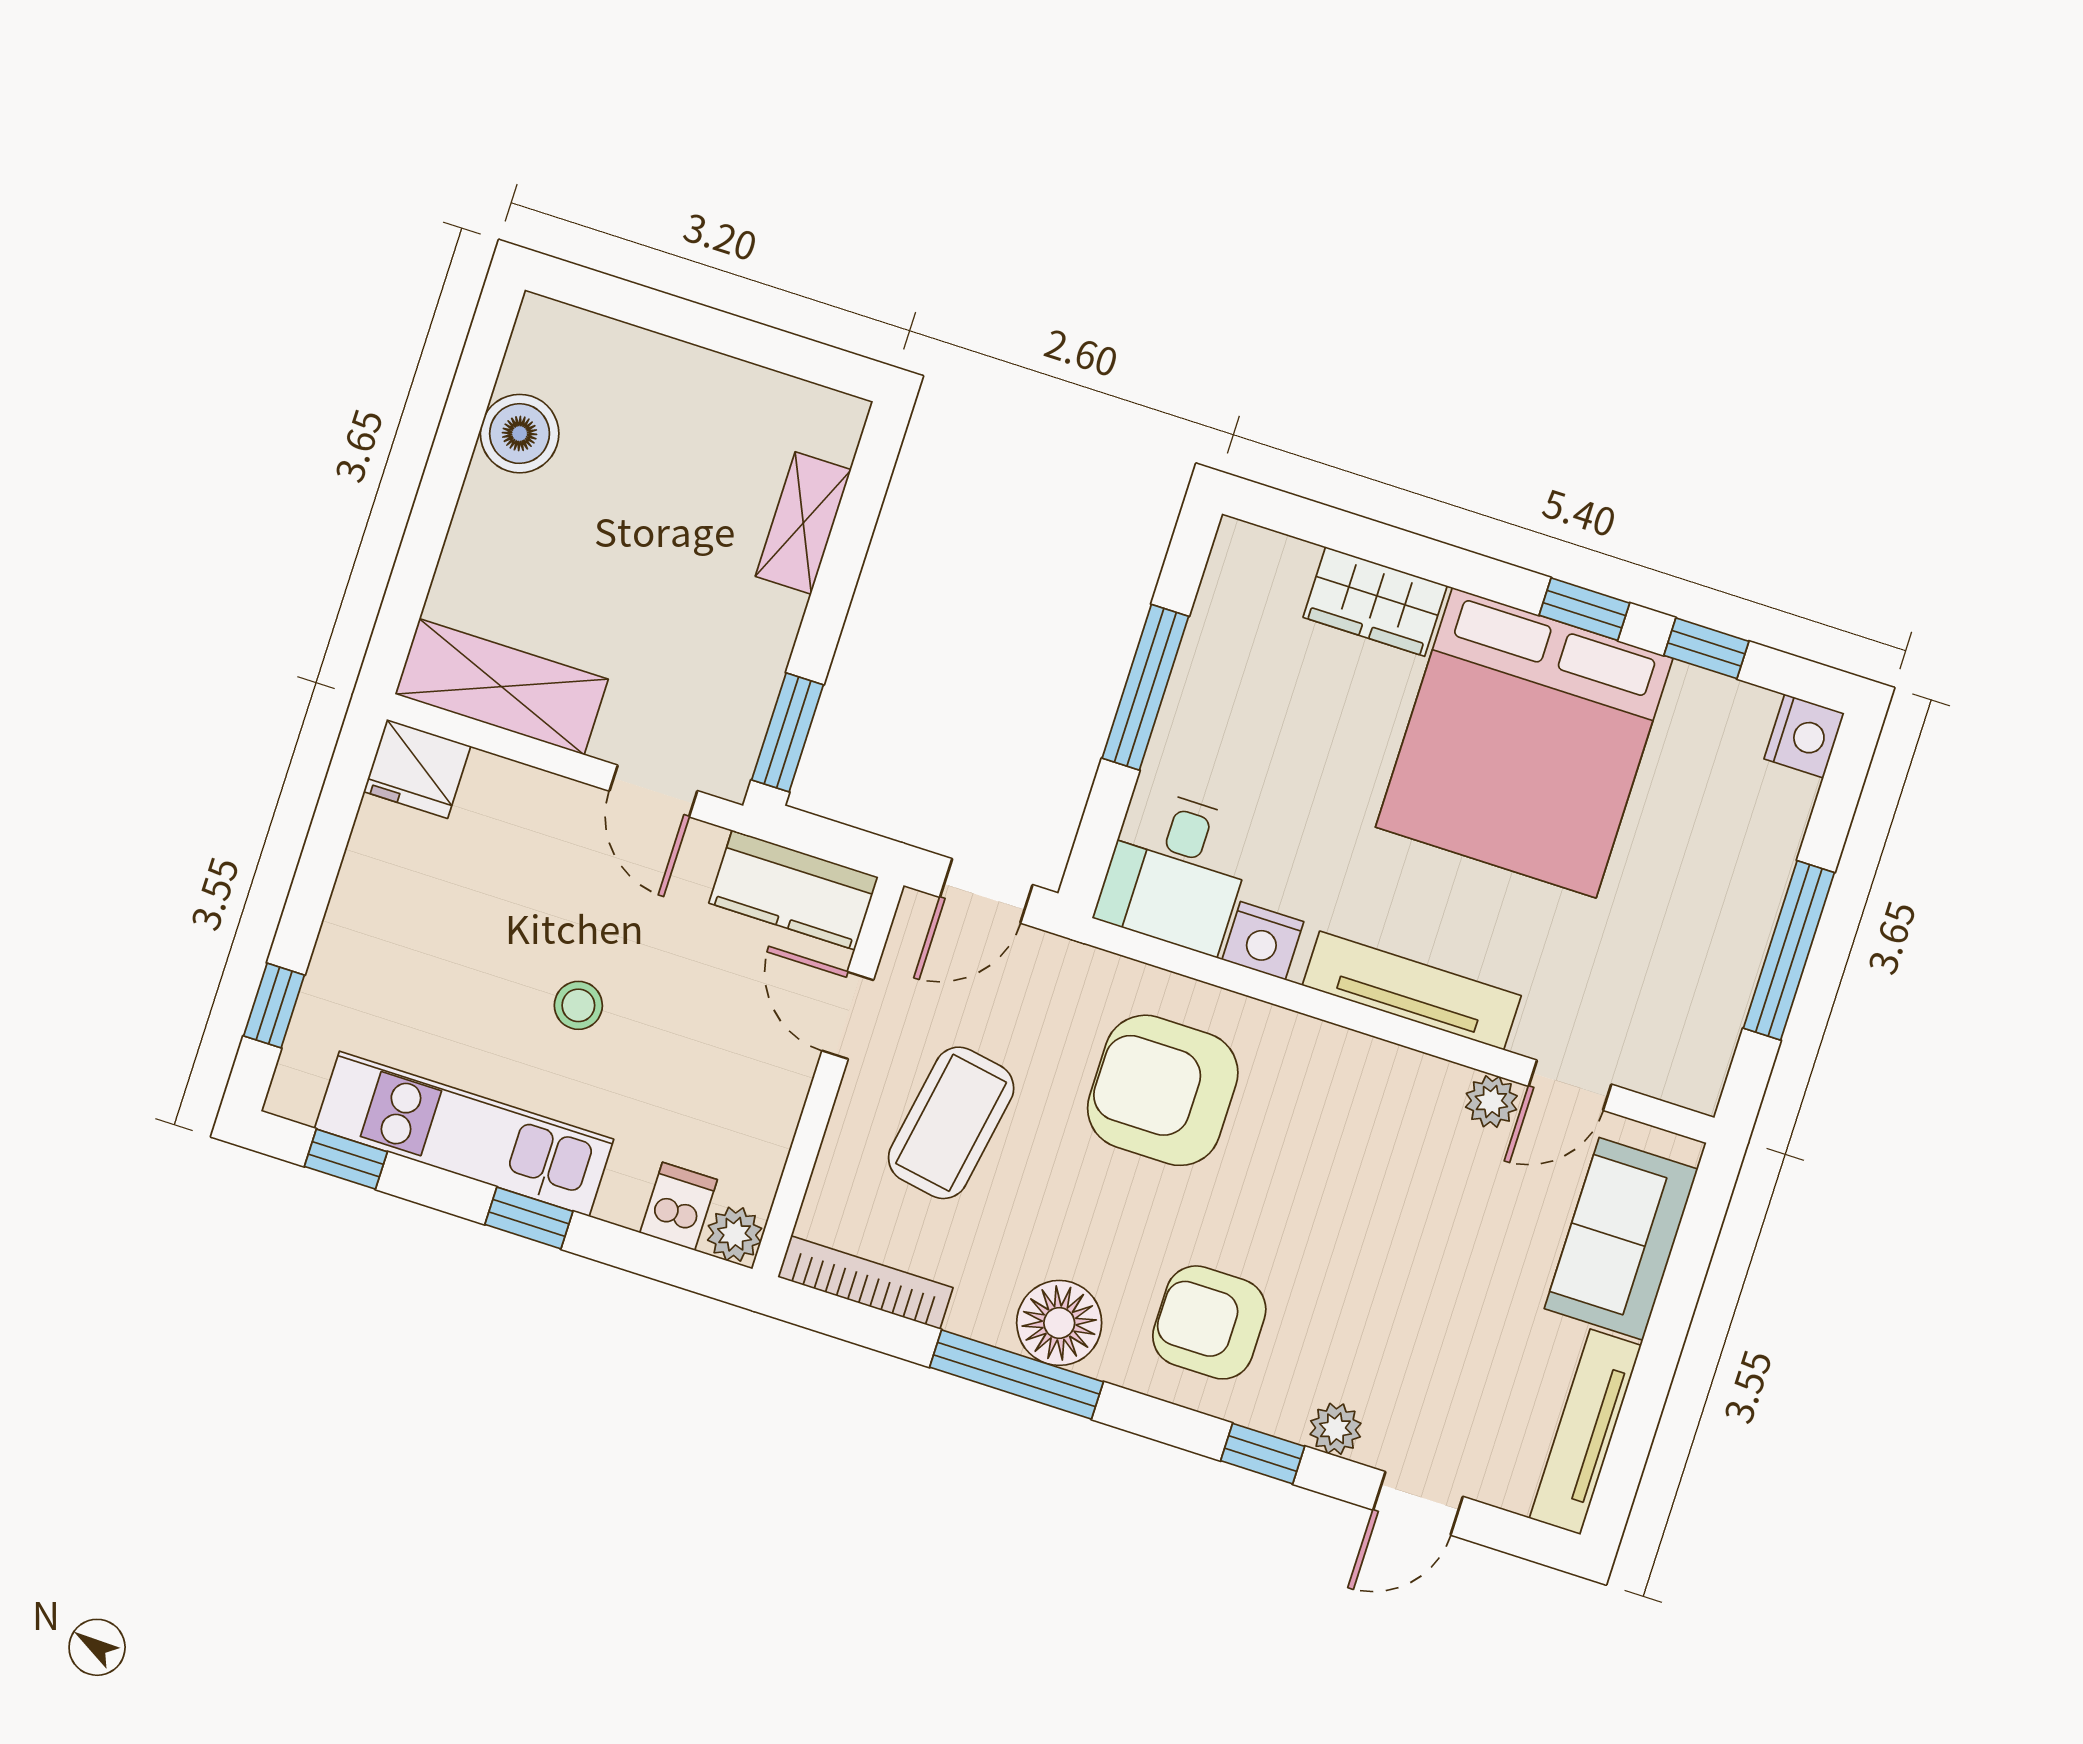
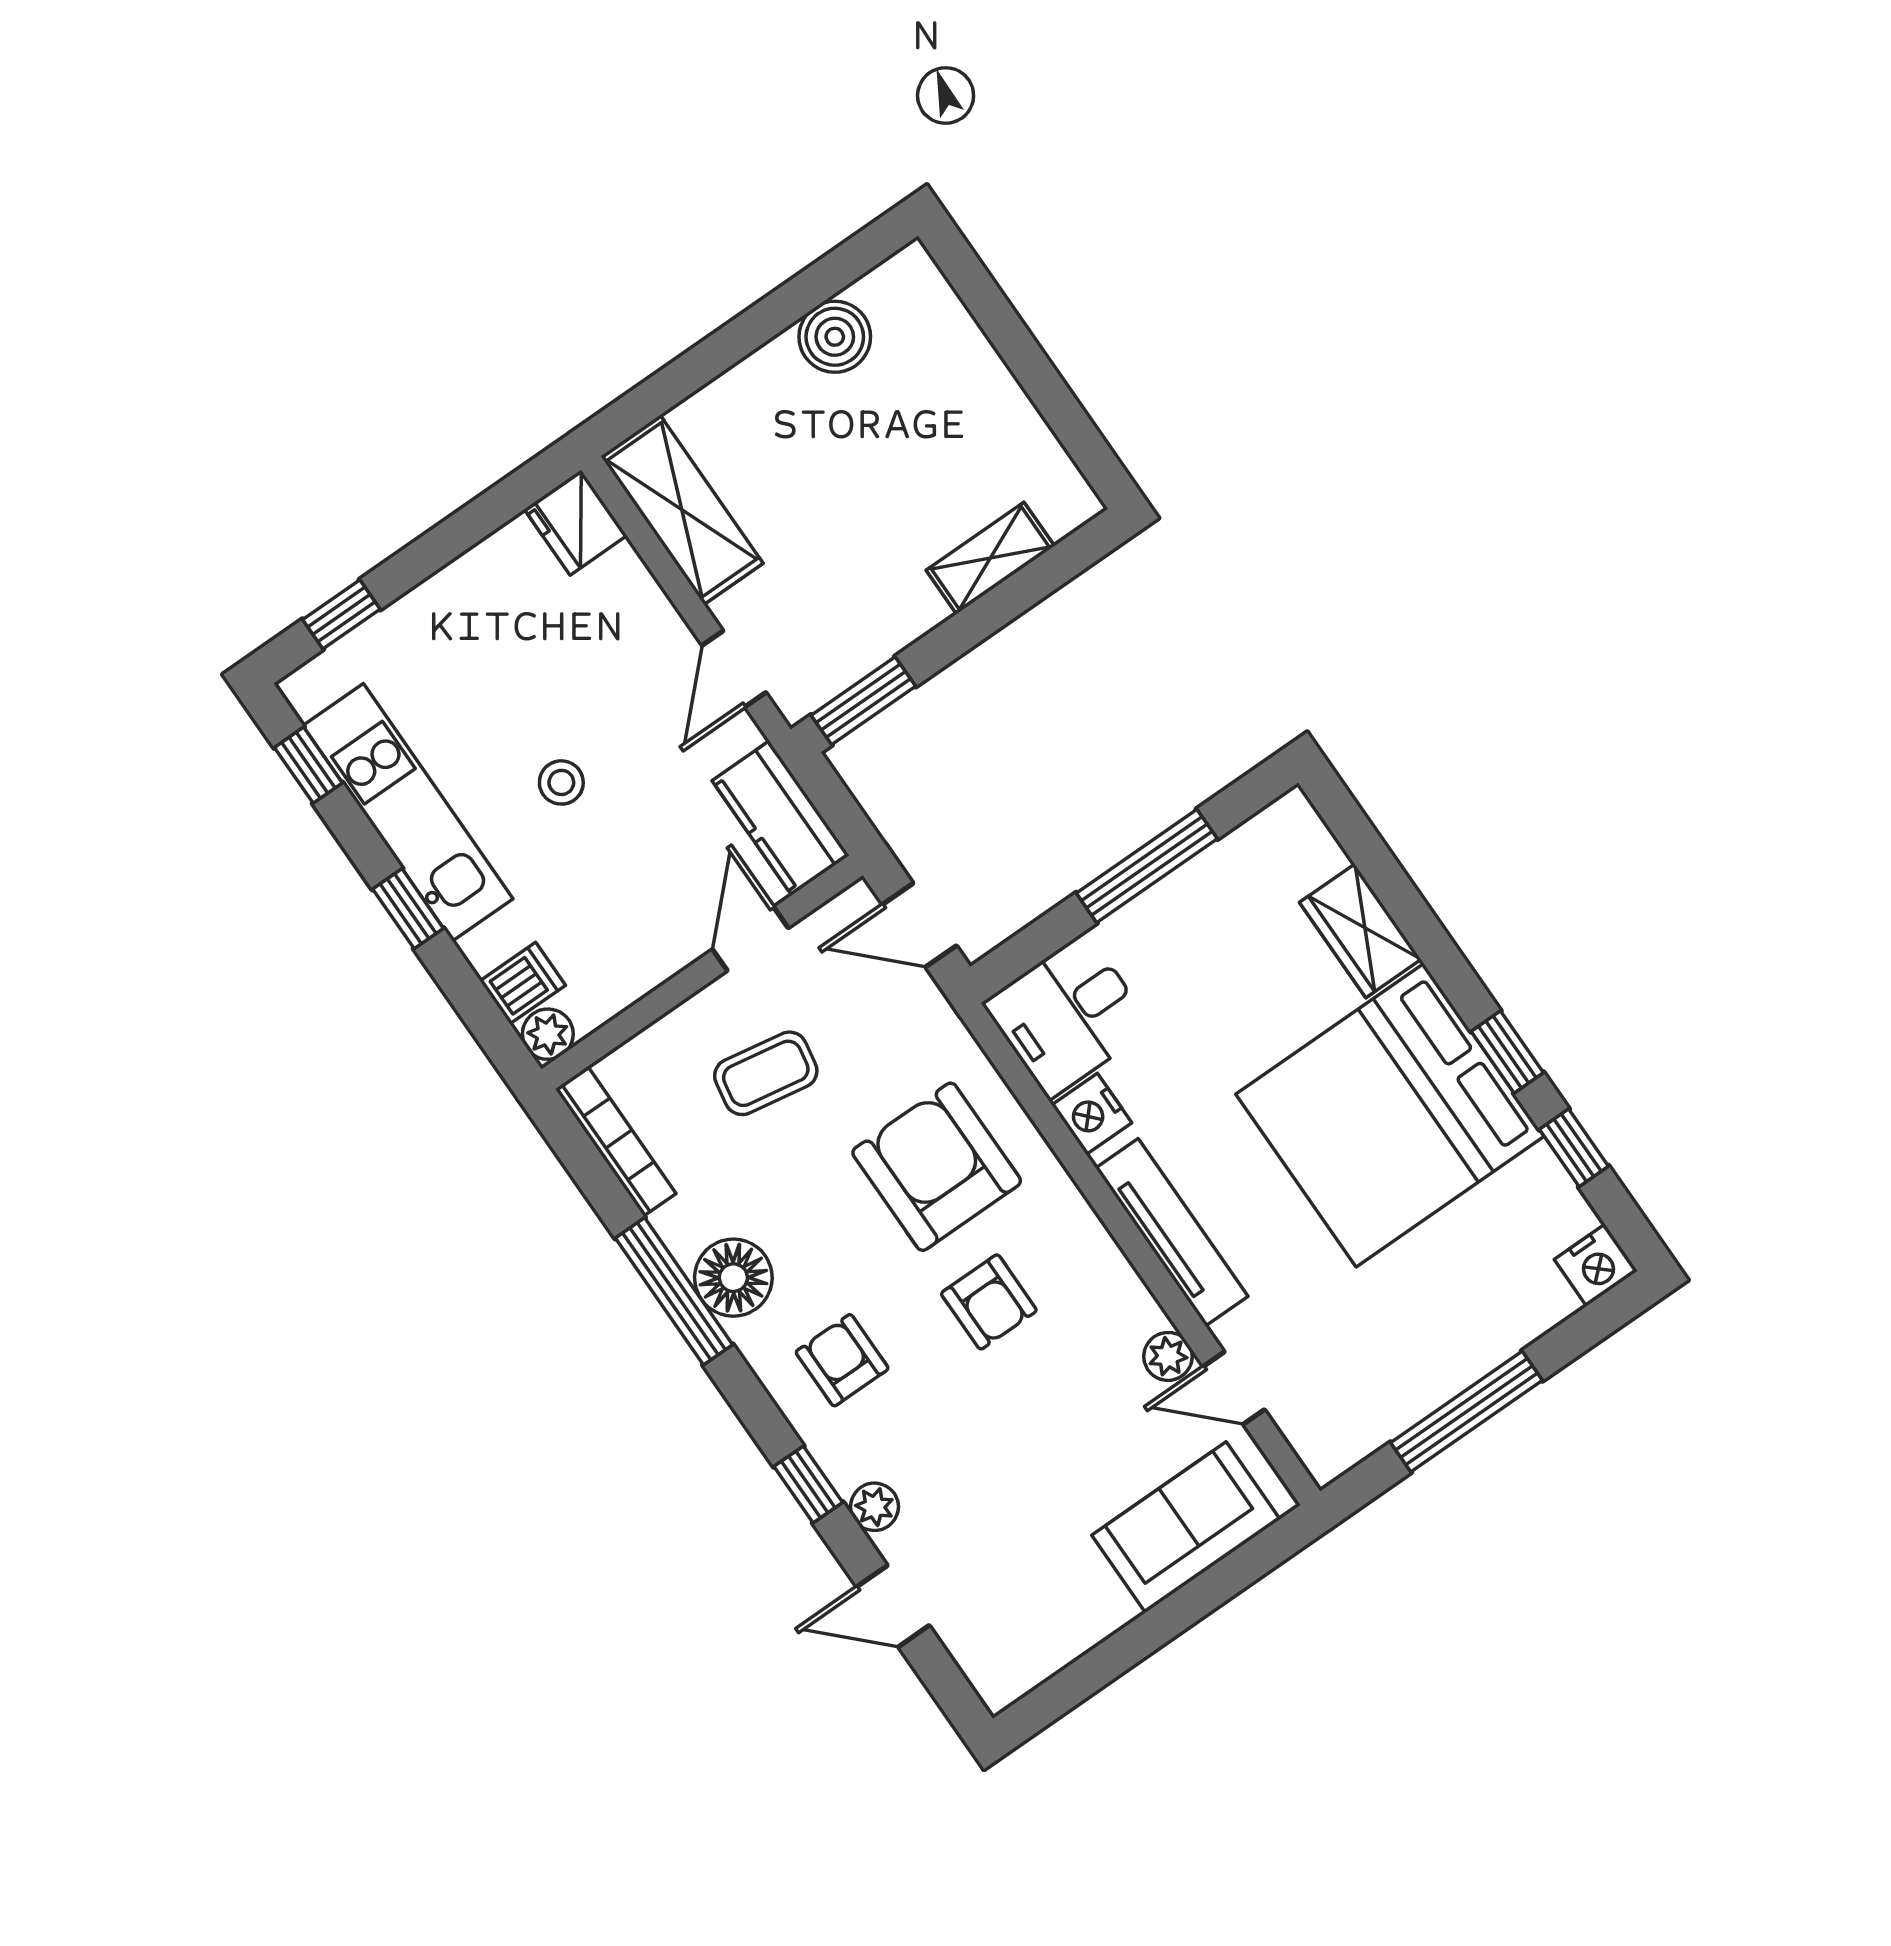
coffee table: (951, 1123) -> (766, 1073), width x0.73, depth x0.77
armchair: (1299, 1174) -> (989, 1302), added
armchair: (1209, 1322) -> (842, 1360), width x0.72, depth x0.72
tv unit: (1585, 1432) -> (1053, 1647), removed

